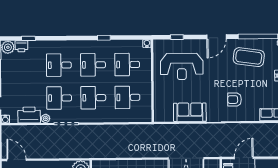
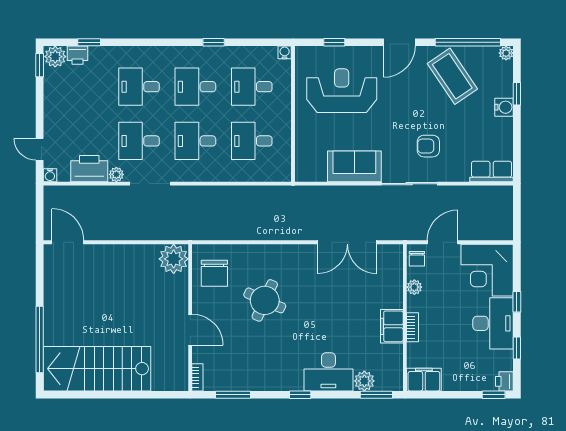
coffee table: (249, 57) -> (452, 76), turned 48
reception desk: (182, 66) -> (342, 91), turned 180

